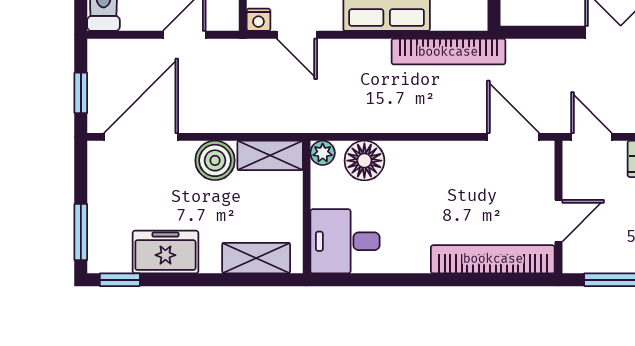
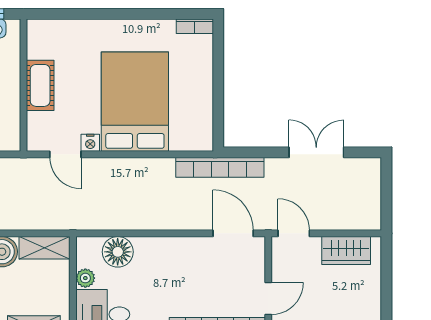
nightstand: (258, 20) -> (90, 143), moved
bookcase: (448, 52) -> (220, 167), moved
plant: (323, 153) -> (85, 278), moved

